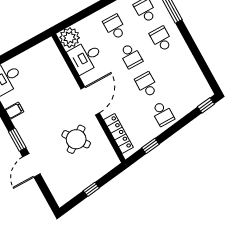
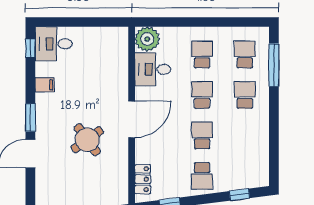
school desk: (131, 56) -> (202, 95), turned 180
window: (206, 105) -> (239, 195), moved
locker: (118, 133) -> (143, 179), width x0.66
round table: (76, 139) -> (87, 140), moved

